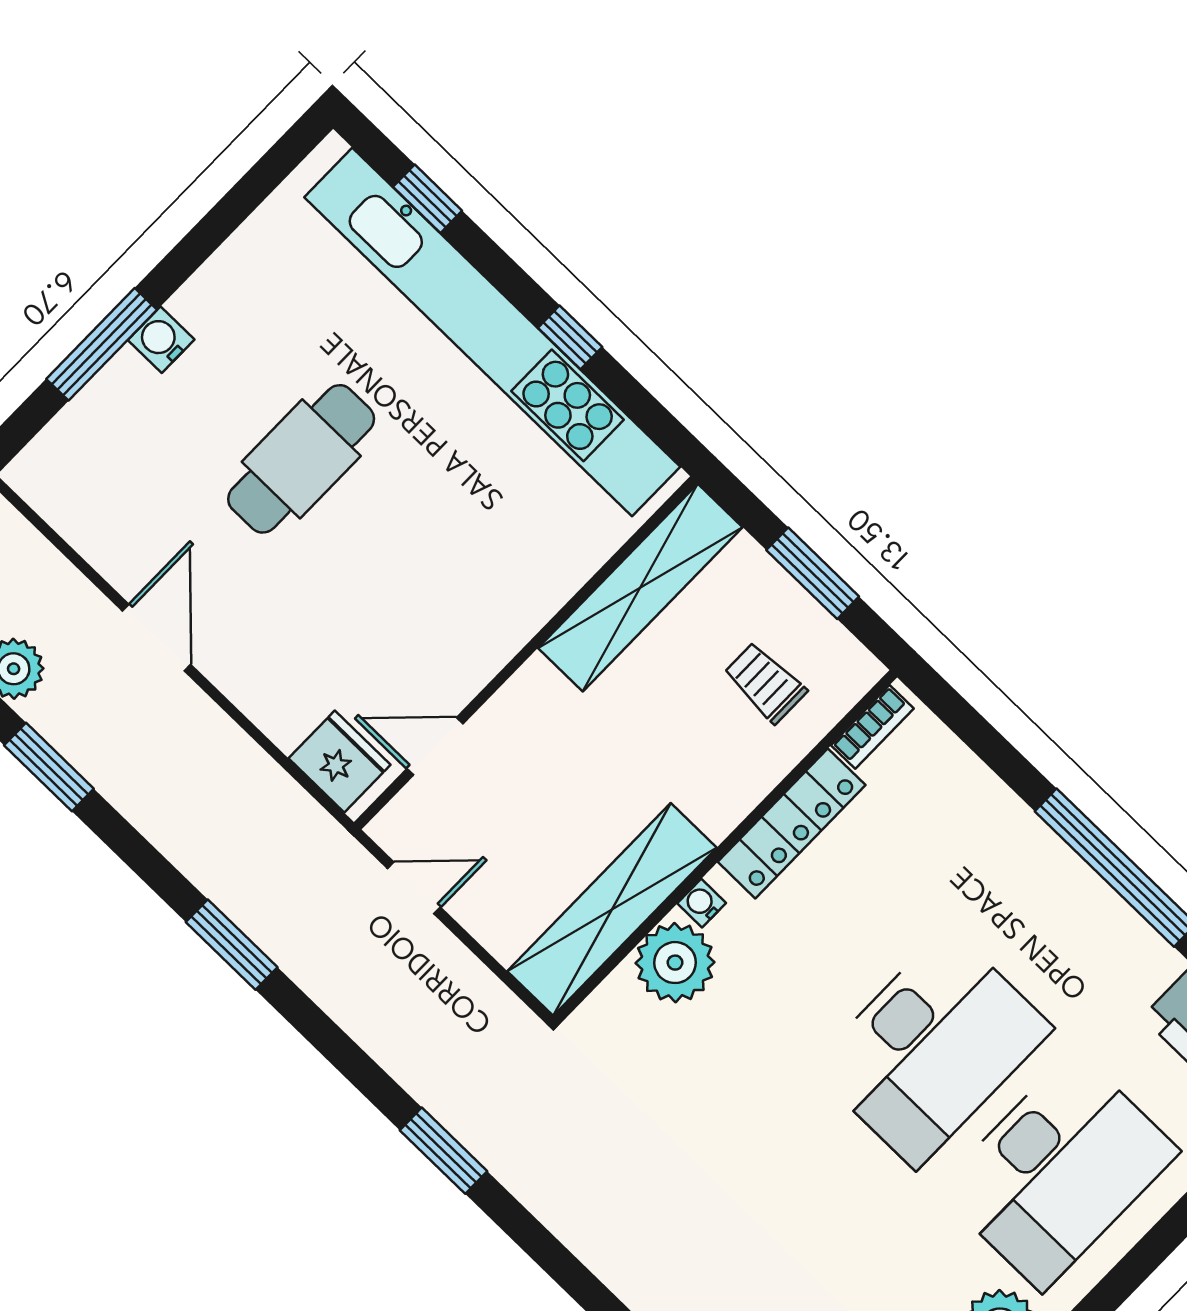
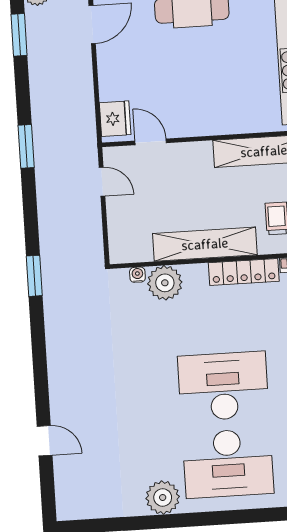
water cooler: (702, 903) -> (137, 275), moved
shelving: (612, 909) -> (205, 244), moved
desk: (932, 1048) -> (223, 386), turned 180

